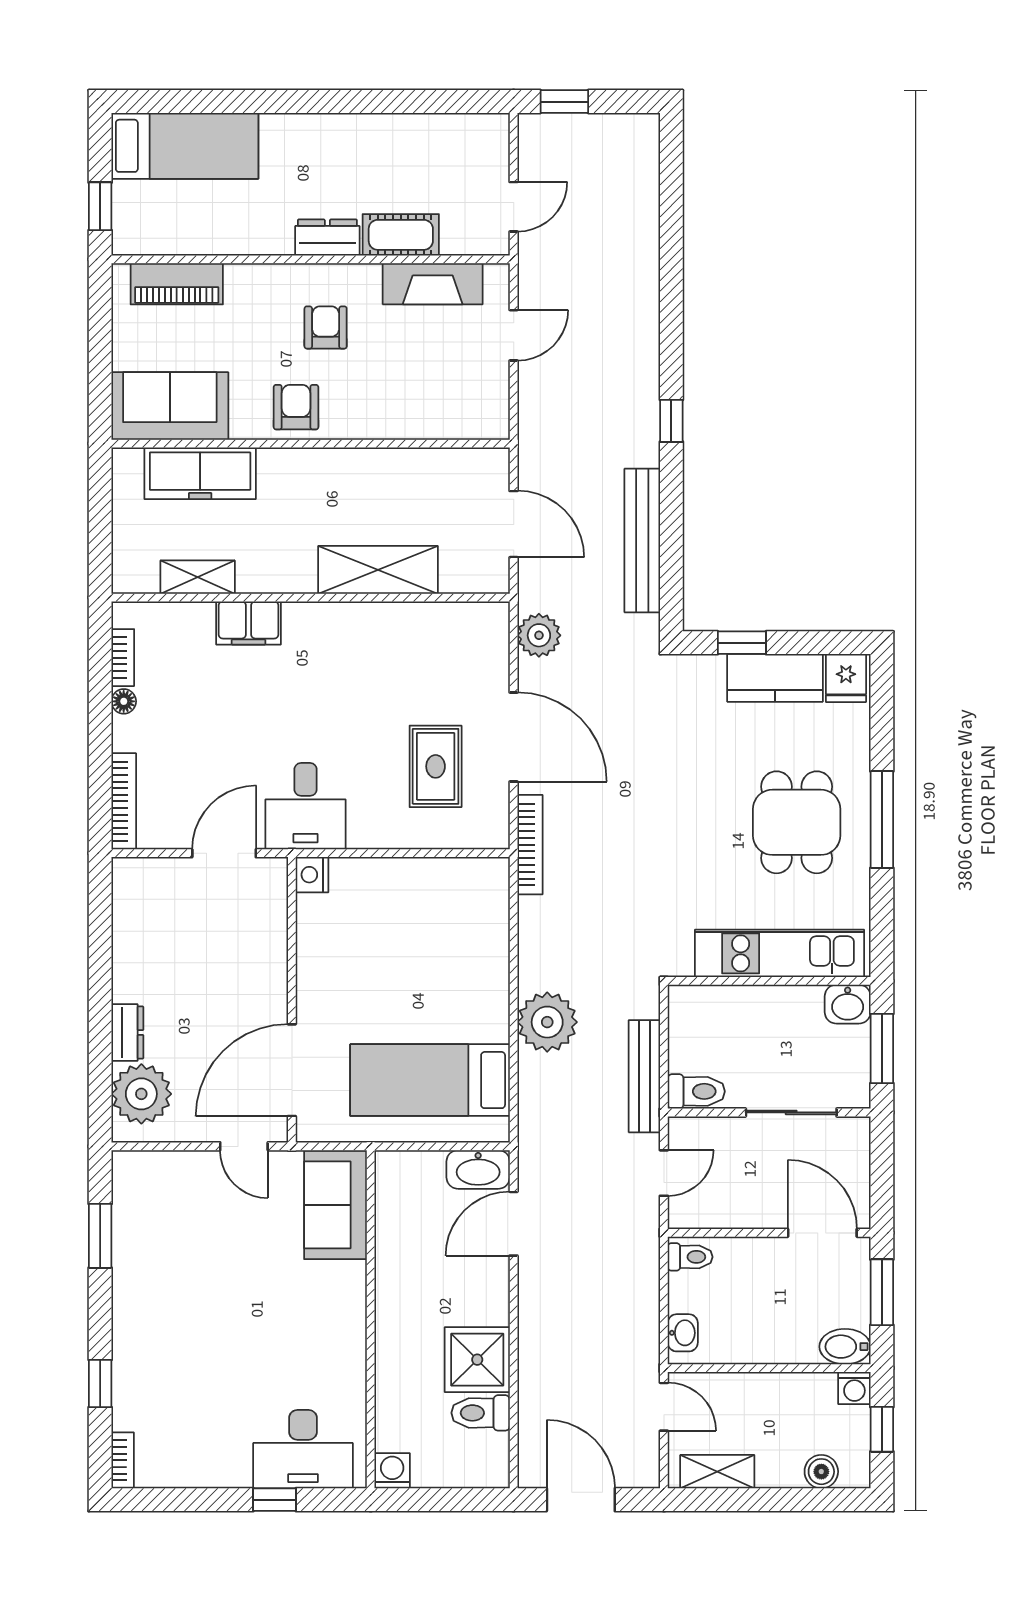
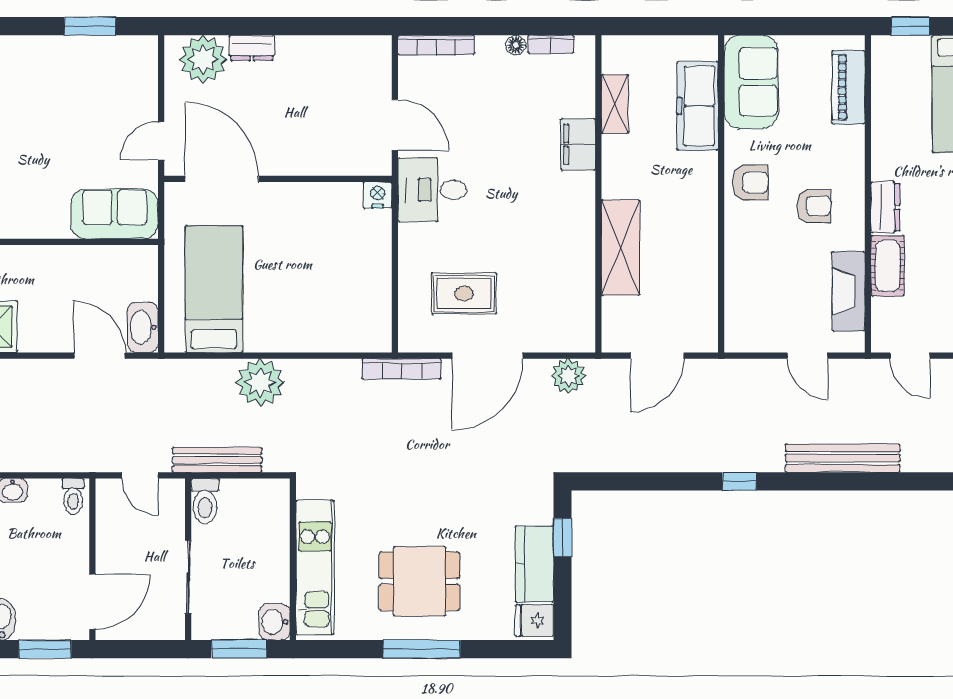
bench: (642, 540) -> (843, 458), moved

